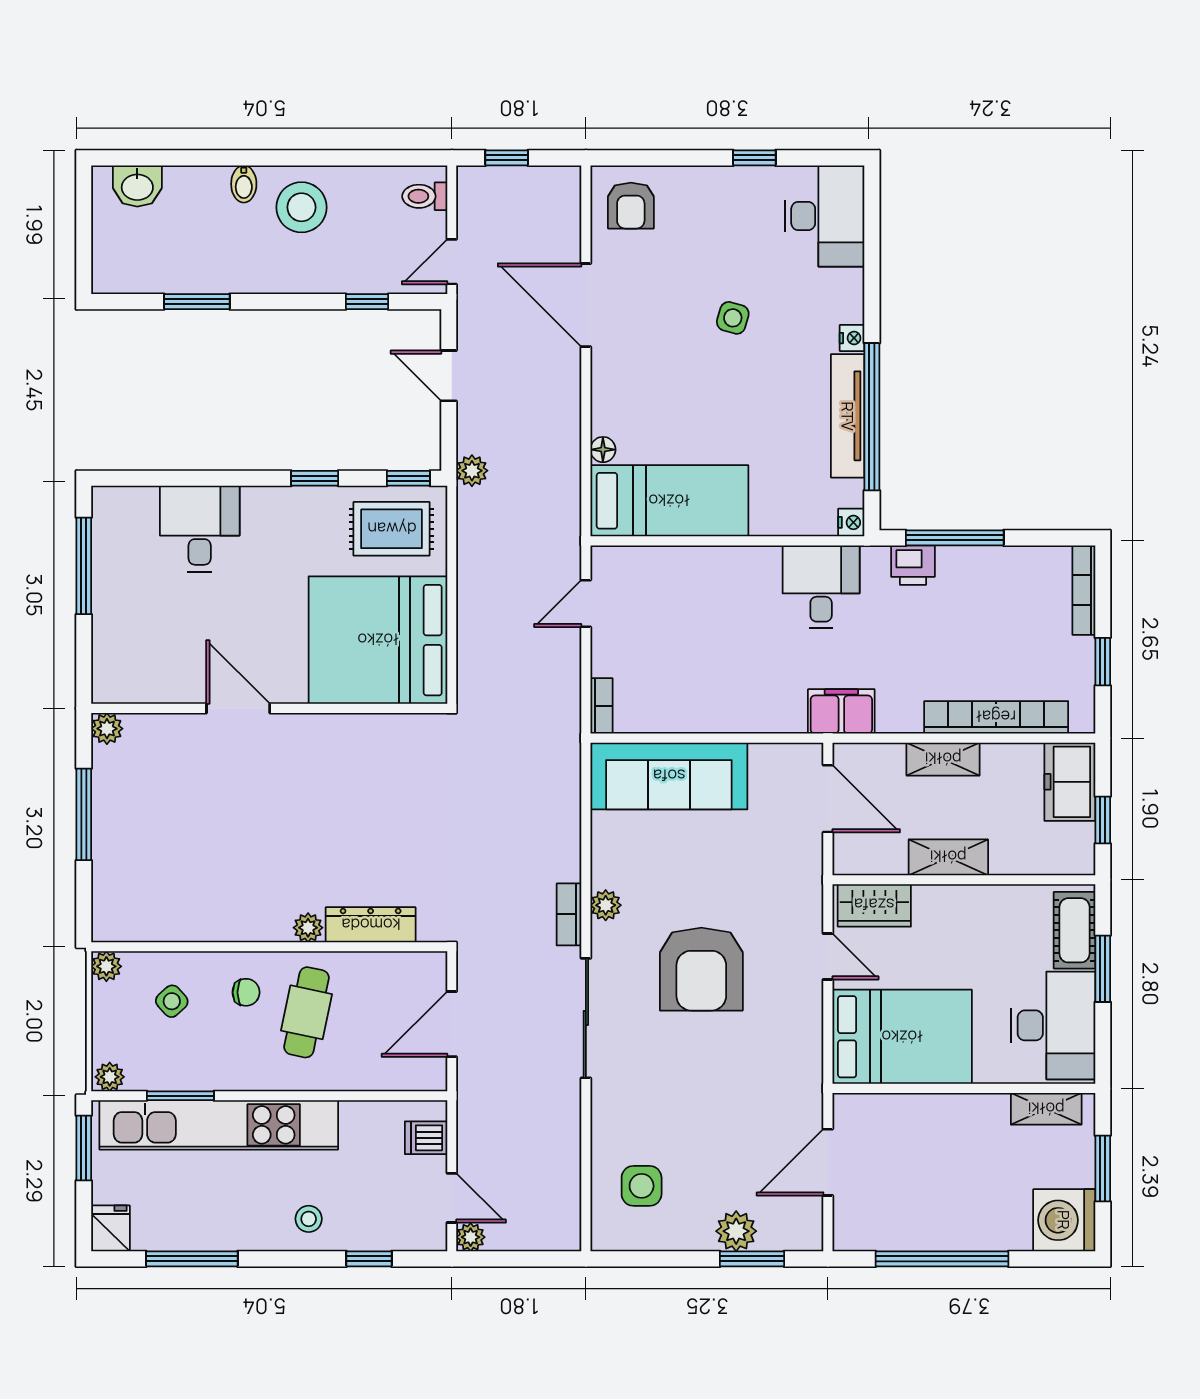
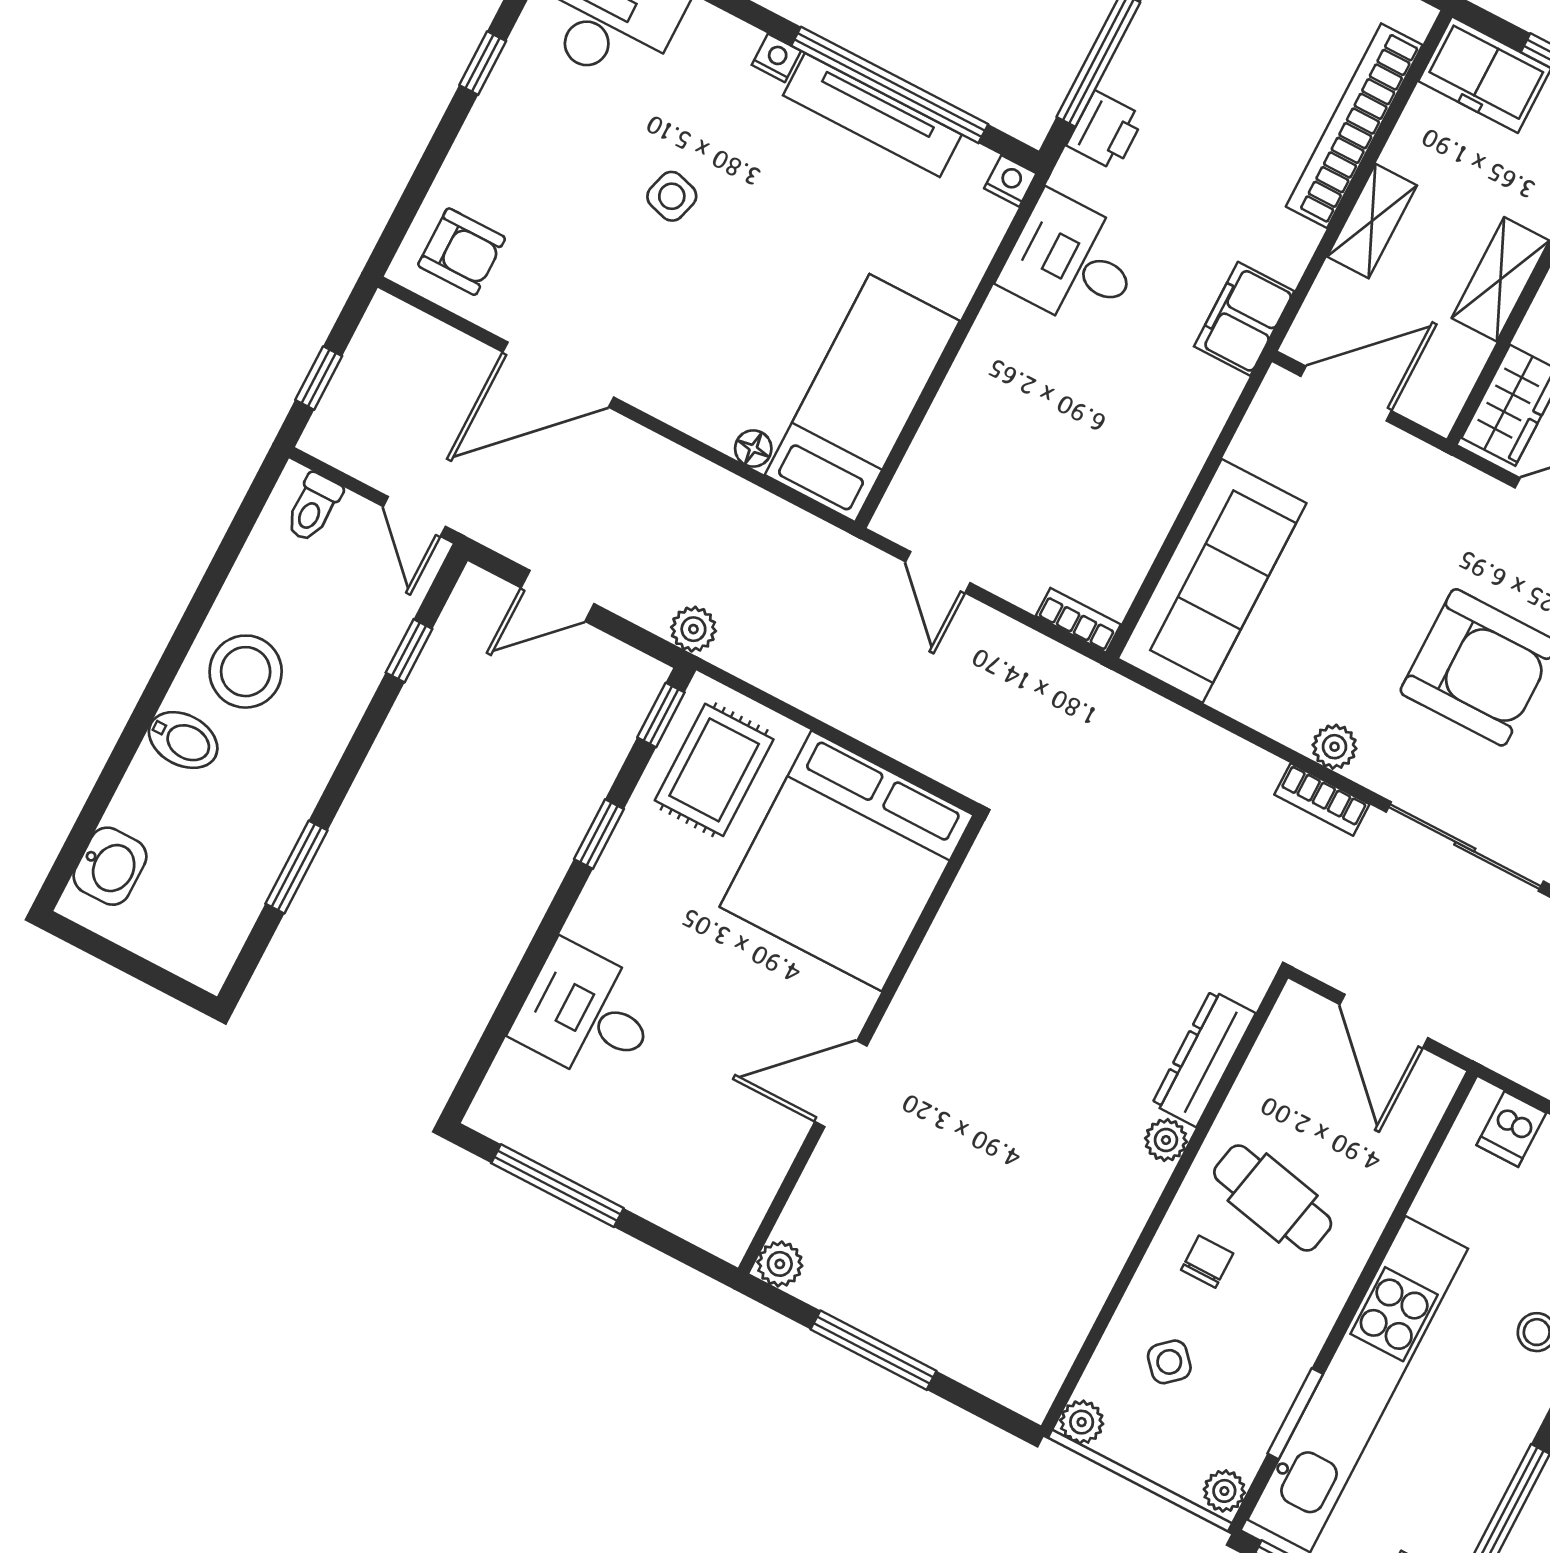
bidet: (244, 184) -> (183, 740), width x1.38, depth x1.36

